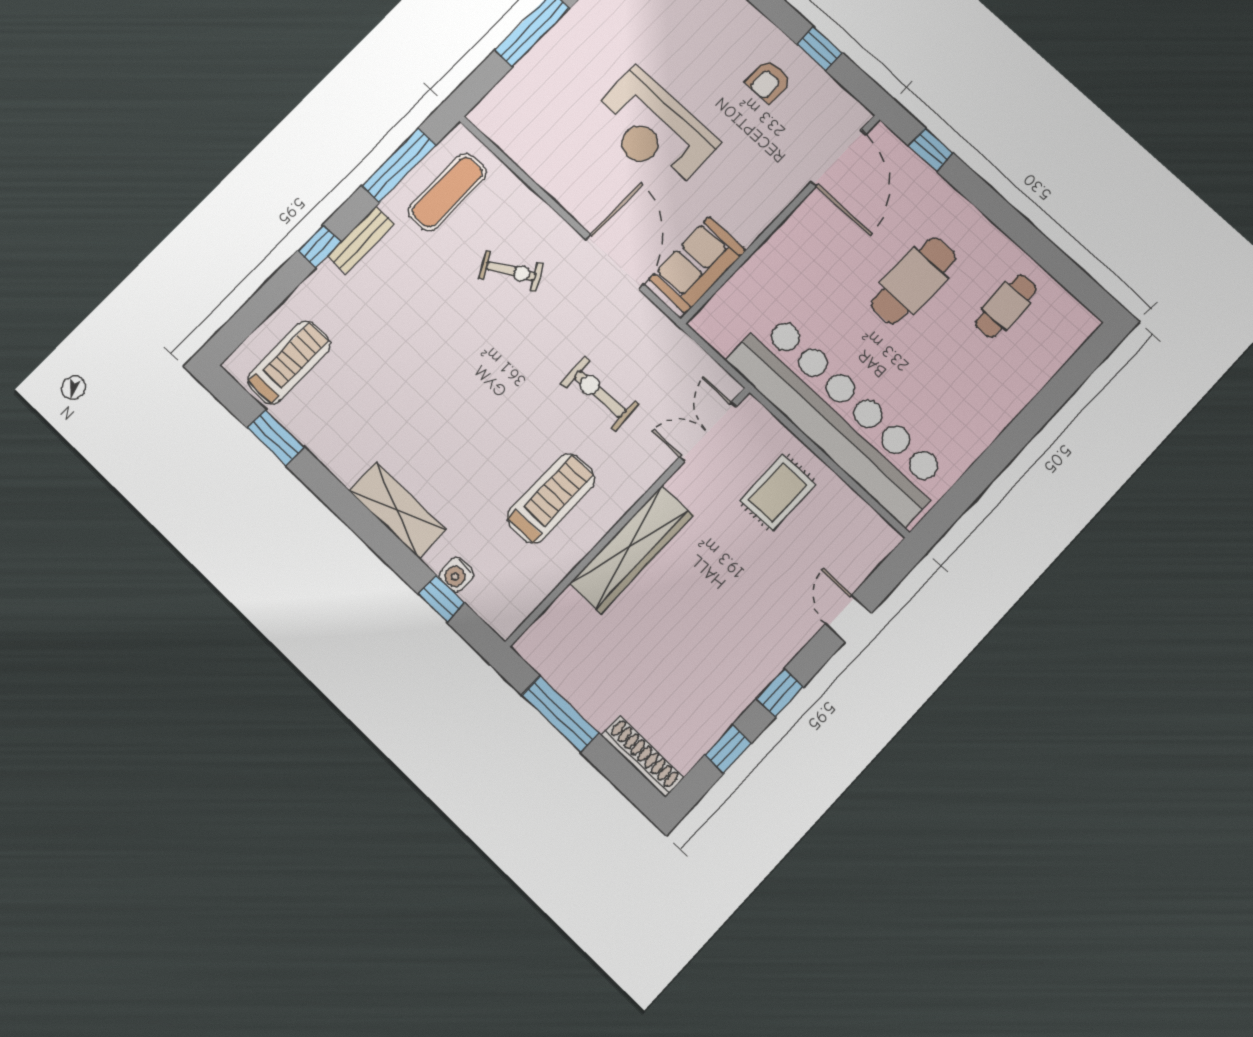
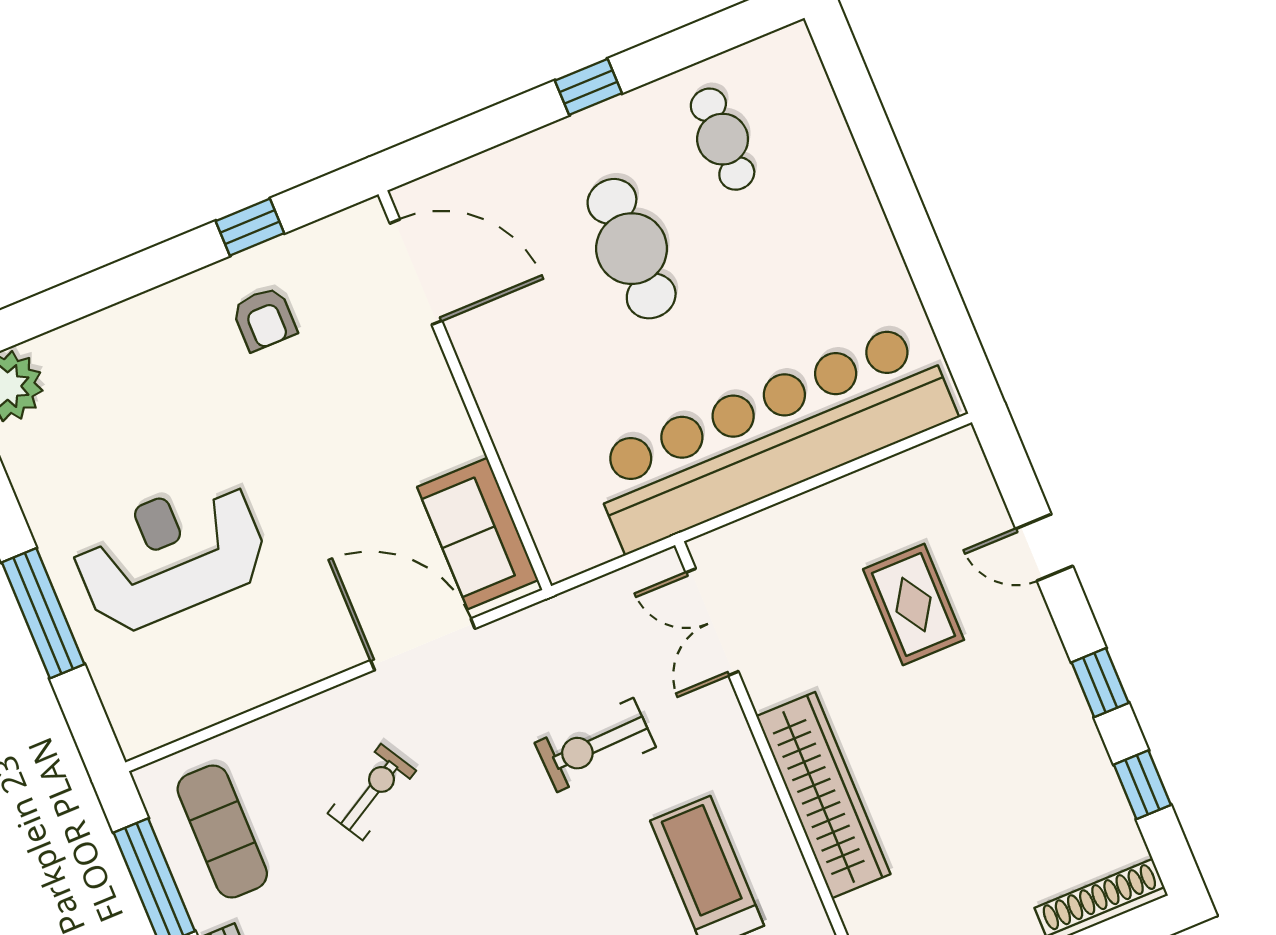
reception desk: (653, 130) -> (170, 554), moved, turned 180
window: (931, 149) -> (588, 87), moved
rug: (778, 492) -> (914, 604), moved

